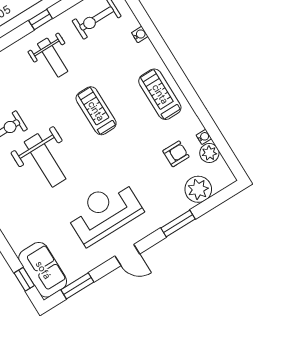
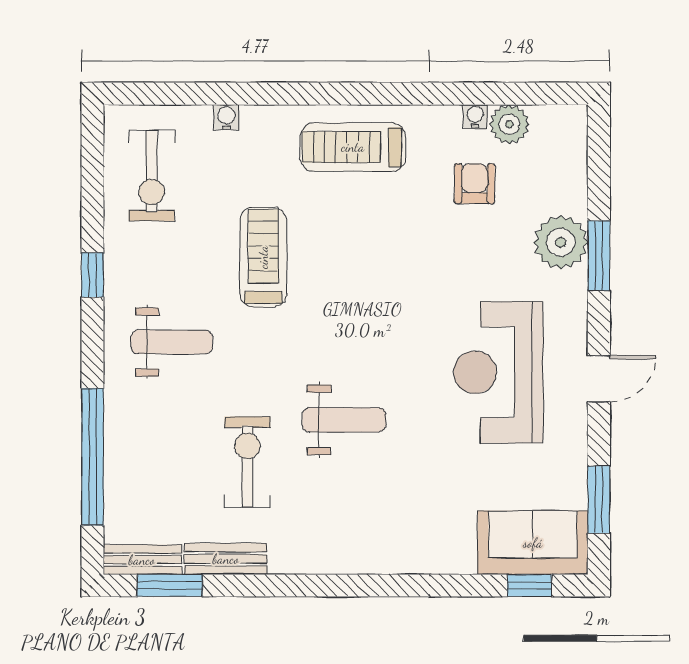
weight bench: (53, 58) -> (172, 342), moved
treadmill: (96, 111) -> (263, 257), moved, turned 90
weight bench: (45, 160) -> (344, 420), width x0.73, depth x0.75
plant: (198, 189) -> (561, 242), moved

